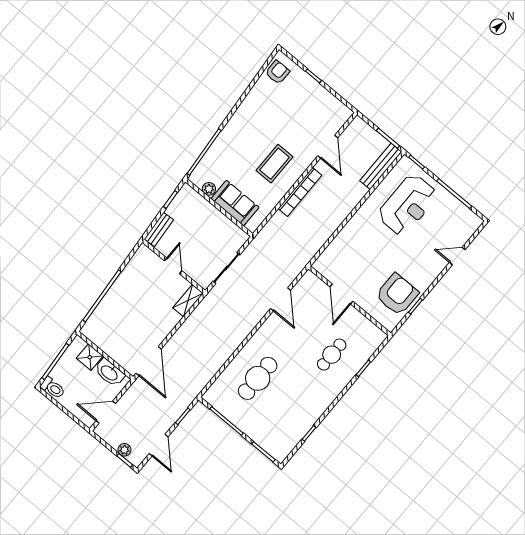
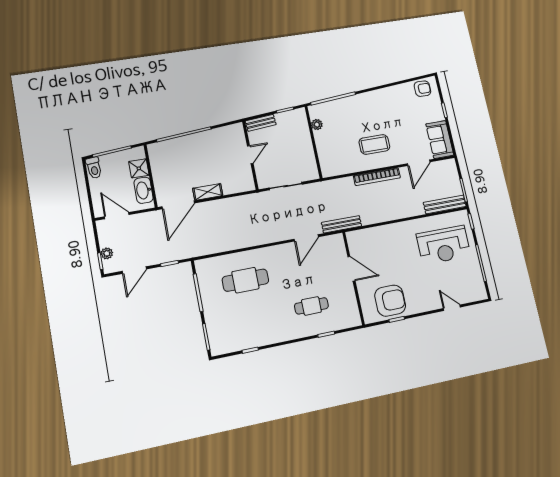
sofa: (235, 203) -> (440, 139), moved, turned 180
bench: (302, 262) -> (342, 224), added
door: (341, 294) -> (351, 269), swing flipped
shelving: (188, 301) -> (208, 192), moved

